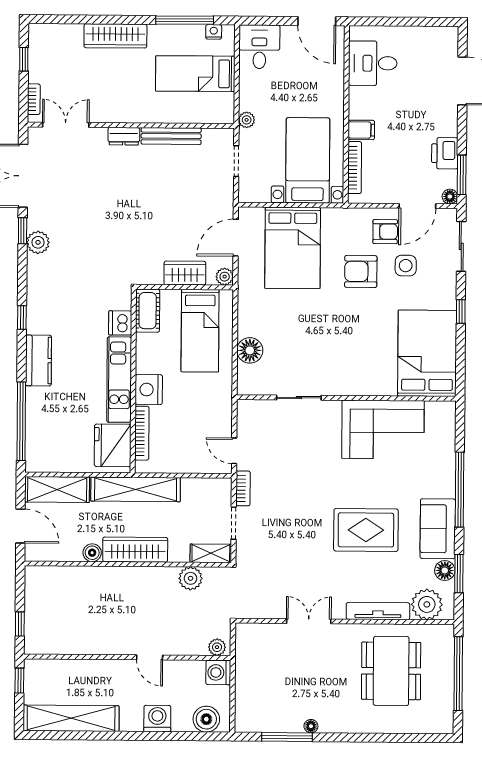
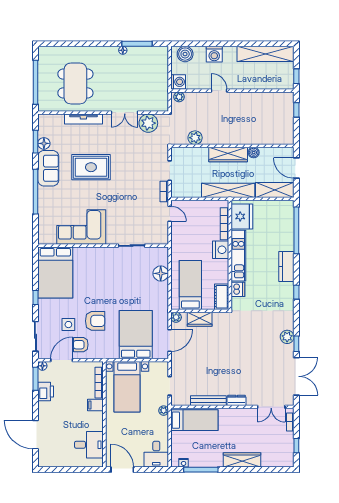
bed: (195, 74) -> (194, 420), moved
shelving: (211, 553) -> (183, 153), removed
plant: (427, 604) -> (148, 123), moved

